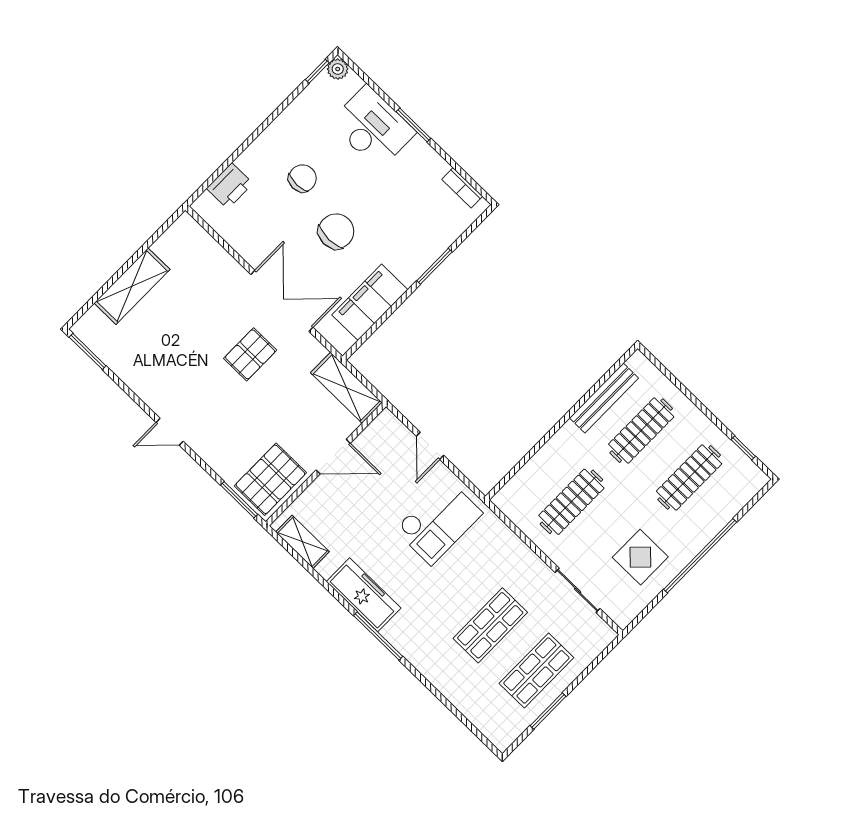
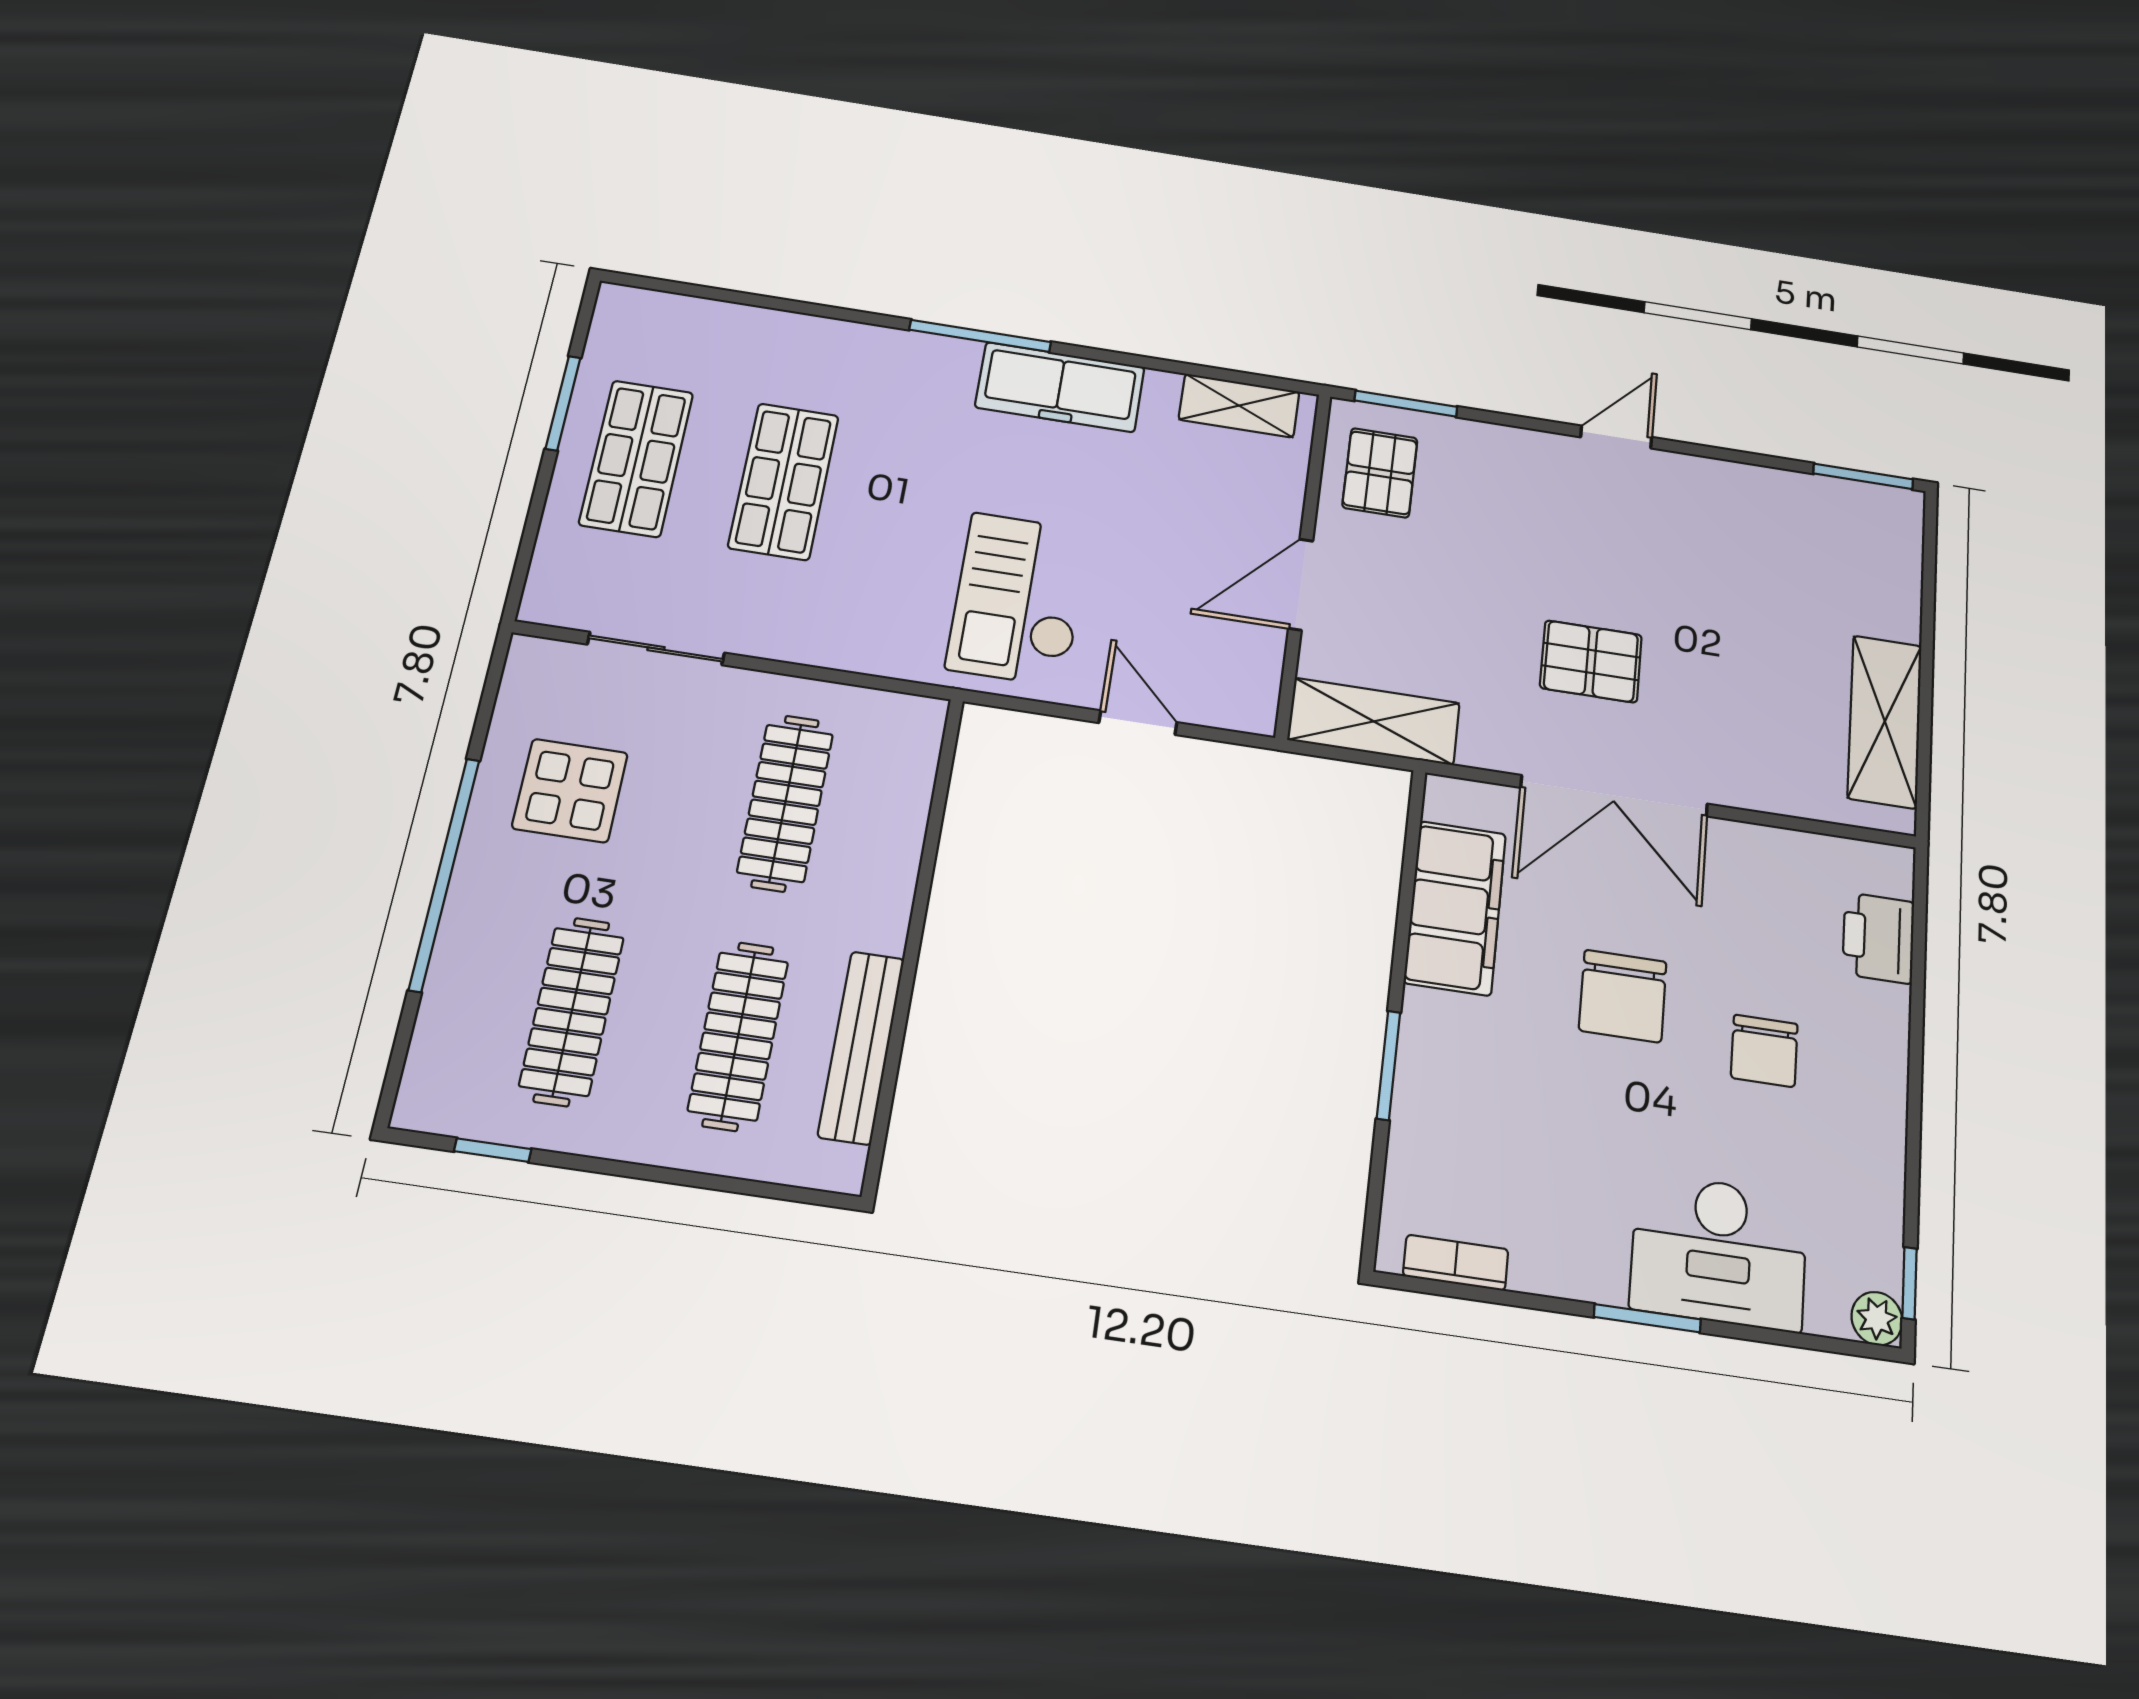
shelving: (132, 286) -> (1885, 721), moved
pallet: (250, 354) -> (1591, 661), turned 90
pallet: (270, 479) -> (1380, 473), width x0.67, depth x0.71

